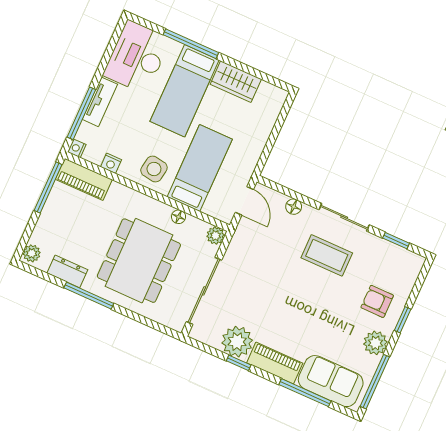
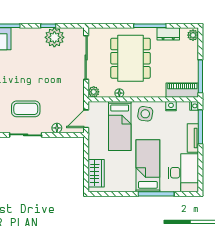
wardrobe: (236, 82) -> (96, 173), moved, turned 90
door: (244, 201) -> (86, 119), hinge flipped
piano: (275, 363) -> (28, 35), removed

